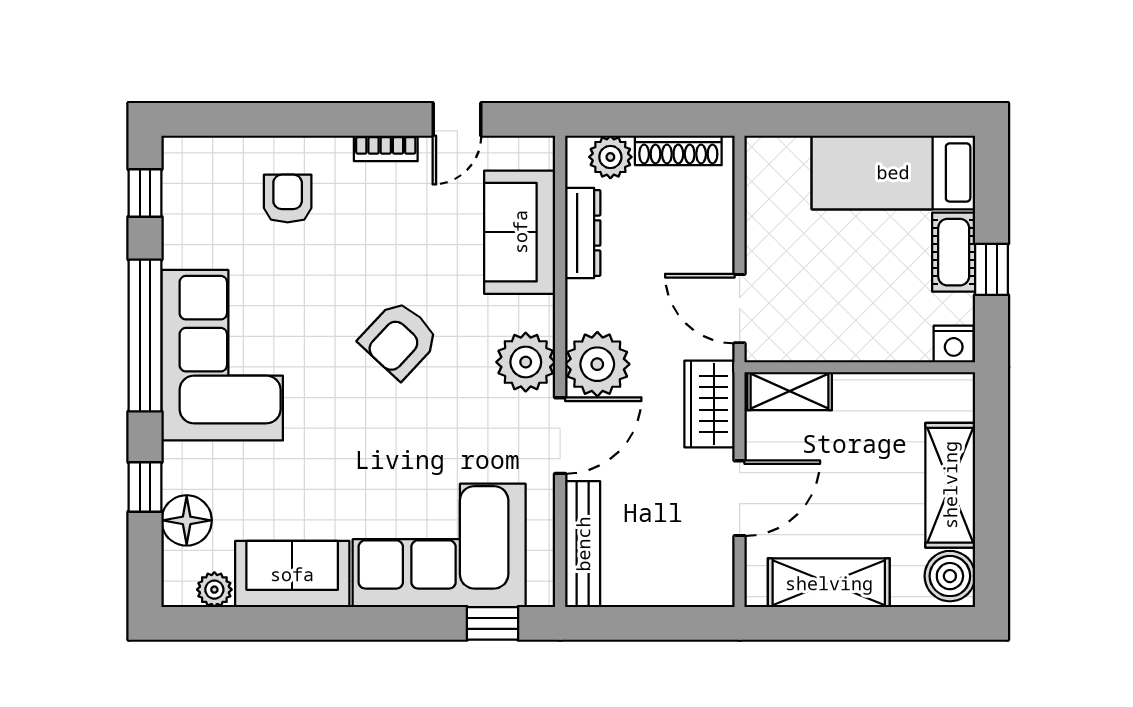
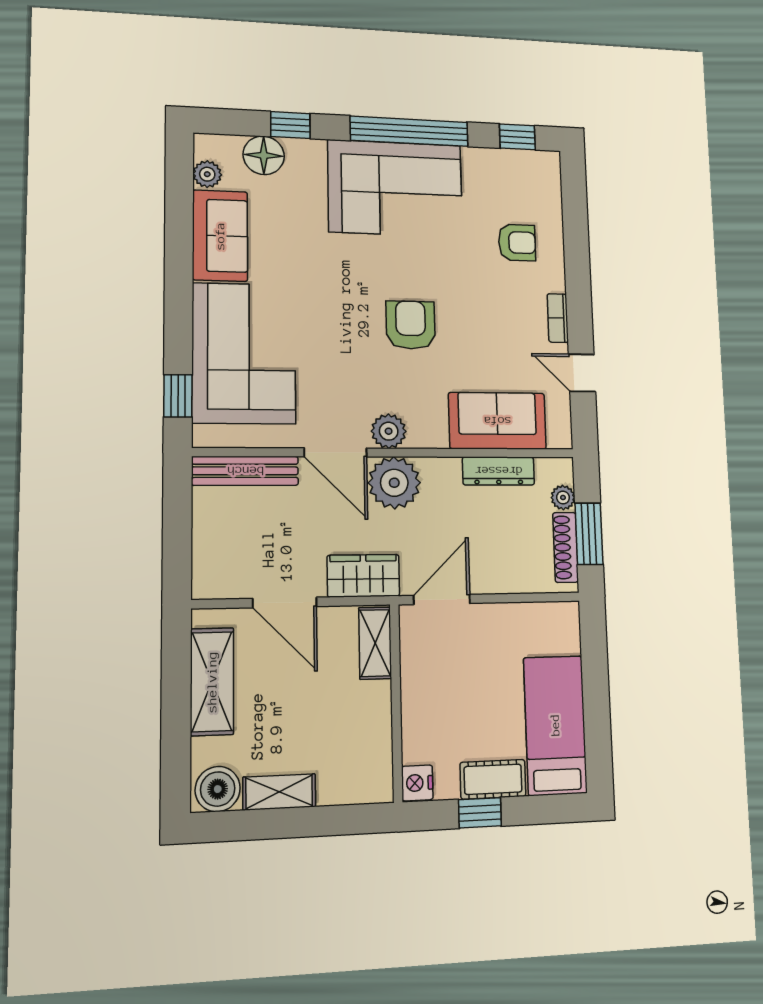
window: (662, 119) -> (589, 534), added
plant: (610, 157) -> (563, 498), width x0.73, depth x0.73
armchair: (399, 340) -> (411, 325), turned 47
plant: (526, 362) -> (389, 431), width x0.73, depth x0.73
shelving: (950, 485) -> (279, 792), width x0.67, depth x0.75

